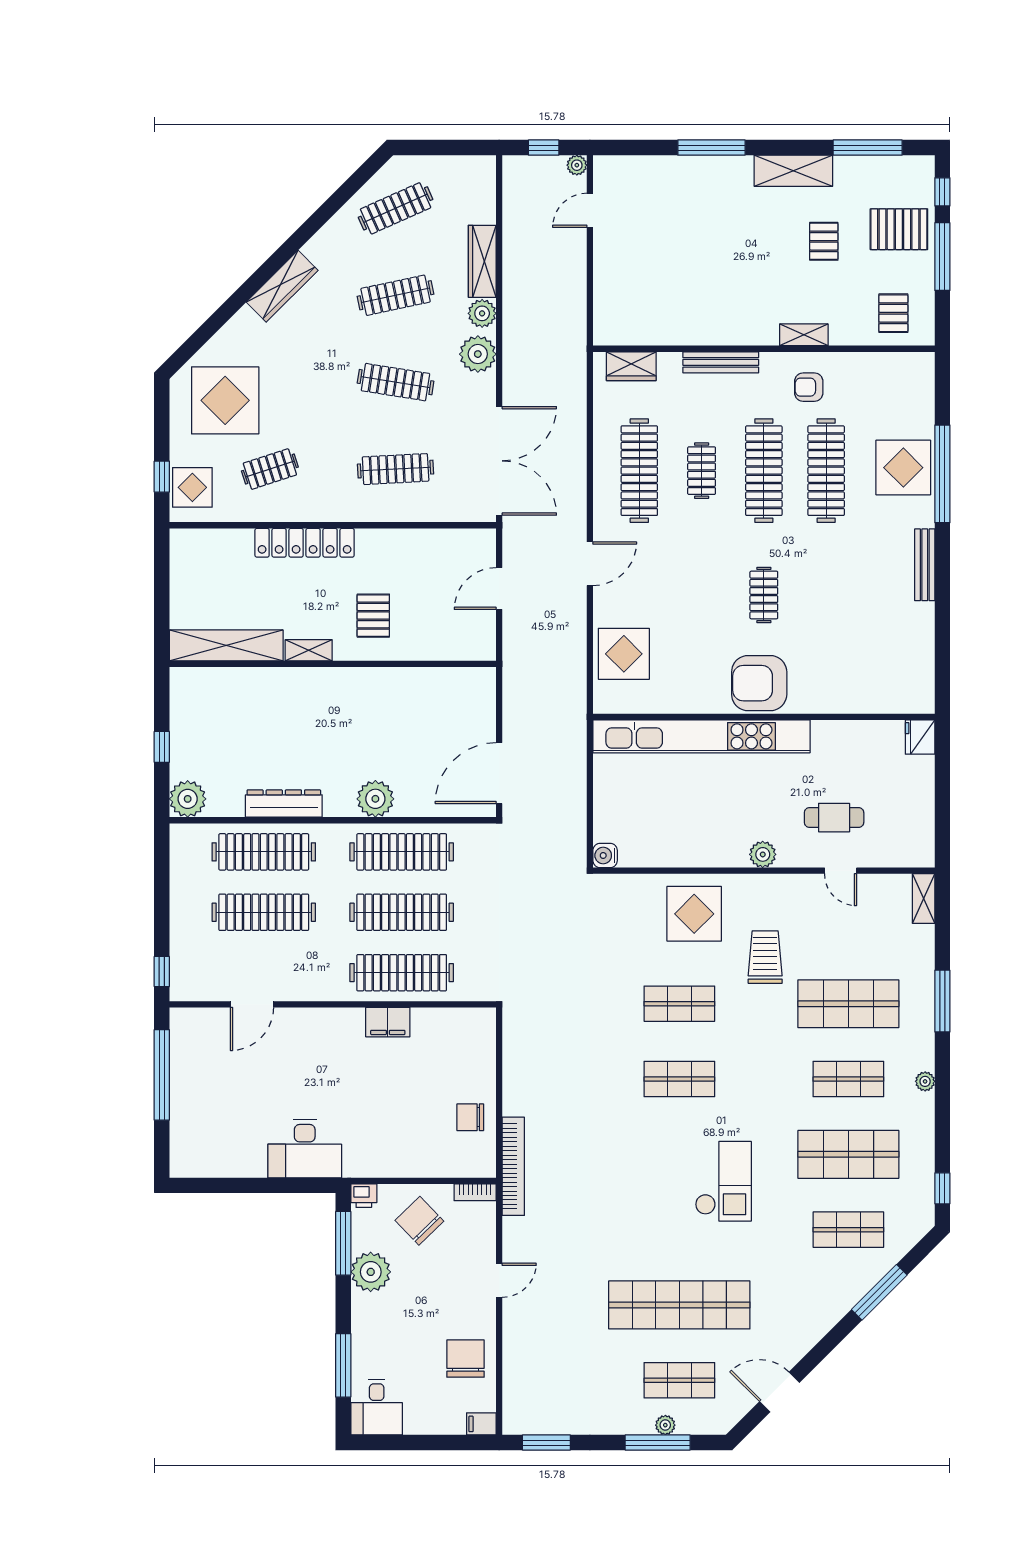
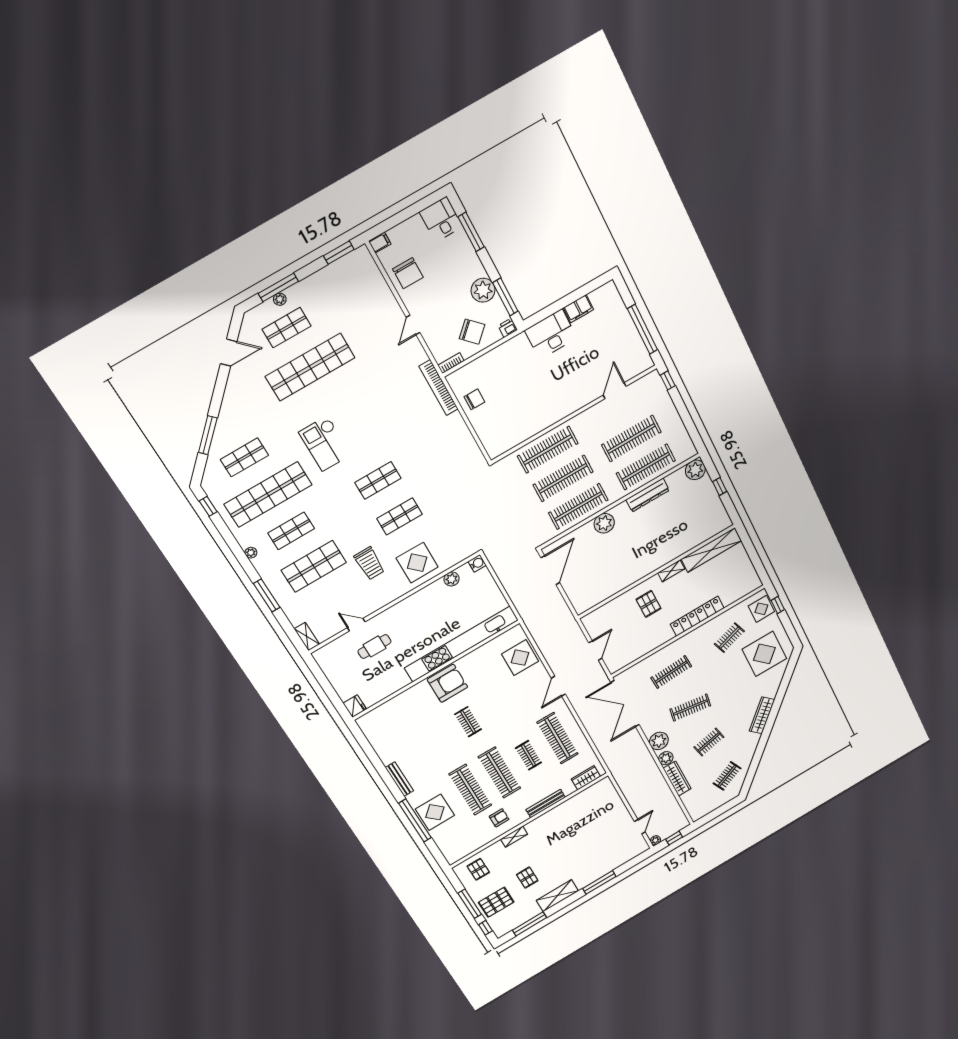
clothes rail: (396, 208) -> (727, 776), width x0.73
clothes rail: (396, 295) -> (709, 742), width x0.73
plant: (763, 854) -> (452, 579), moved
filing cabinet: (388, 1022) -> (578, 309), moved, turned 180
shop shelf: (848, 1154) -> (268, 495), width x1.40

